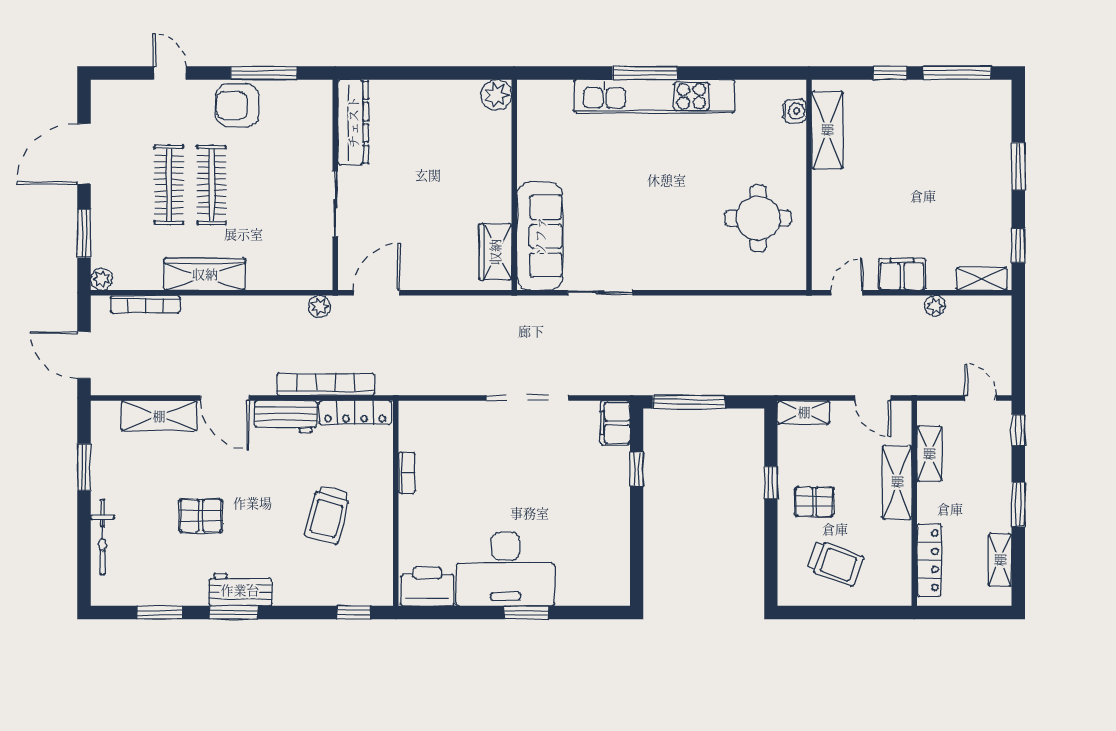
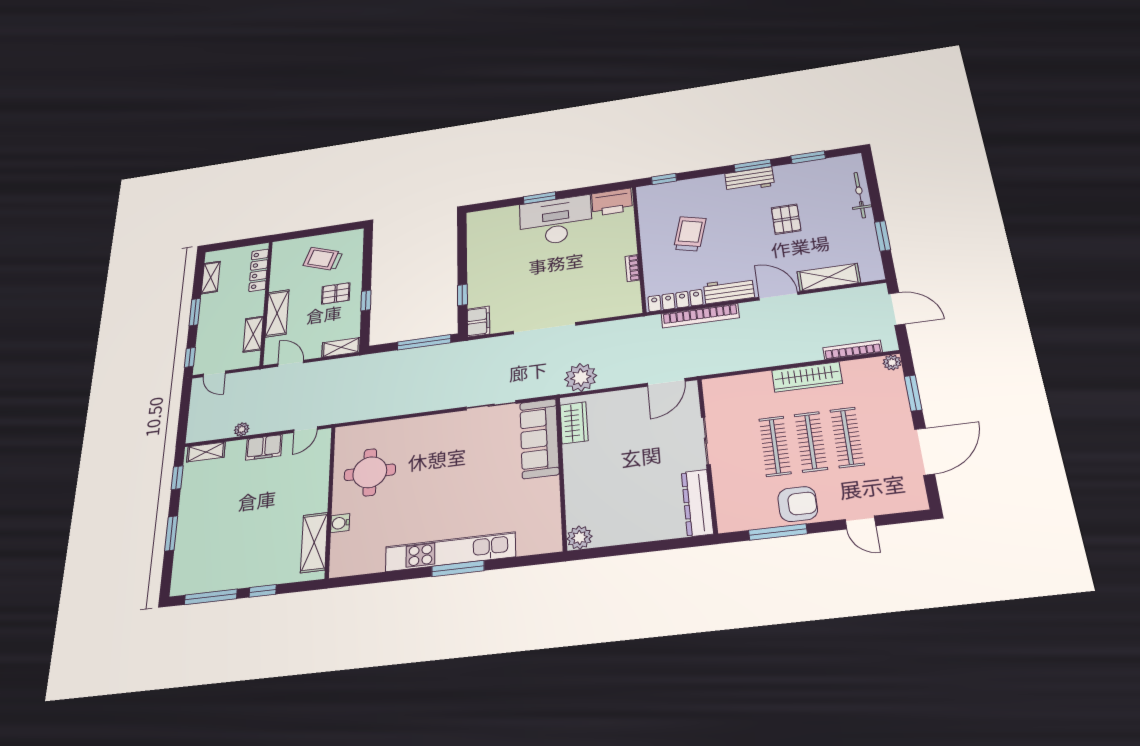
water cooler: (795, 111) -> (340, 523), moved
clothes rail: (254, 185) -> (775, 446), added
plant: (320, 306) -> (581, 377), moved, width x1.88, depth x1.88
pallet: (201, 516) -> (786, 219), turned 90

